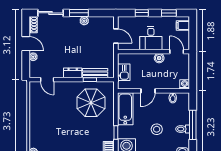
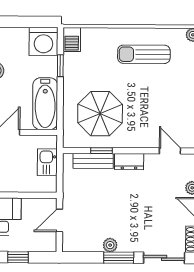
door: (116, 36) -> (59, 220), hinge flipped
sun lounger: (64, 140) -> (144, 54), added

